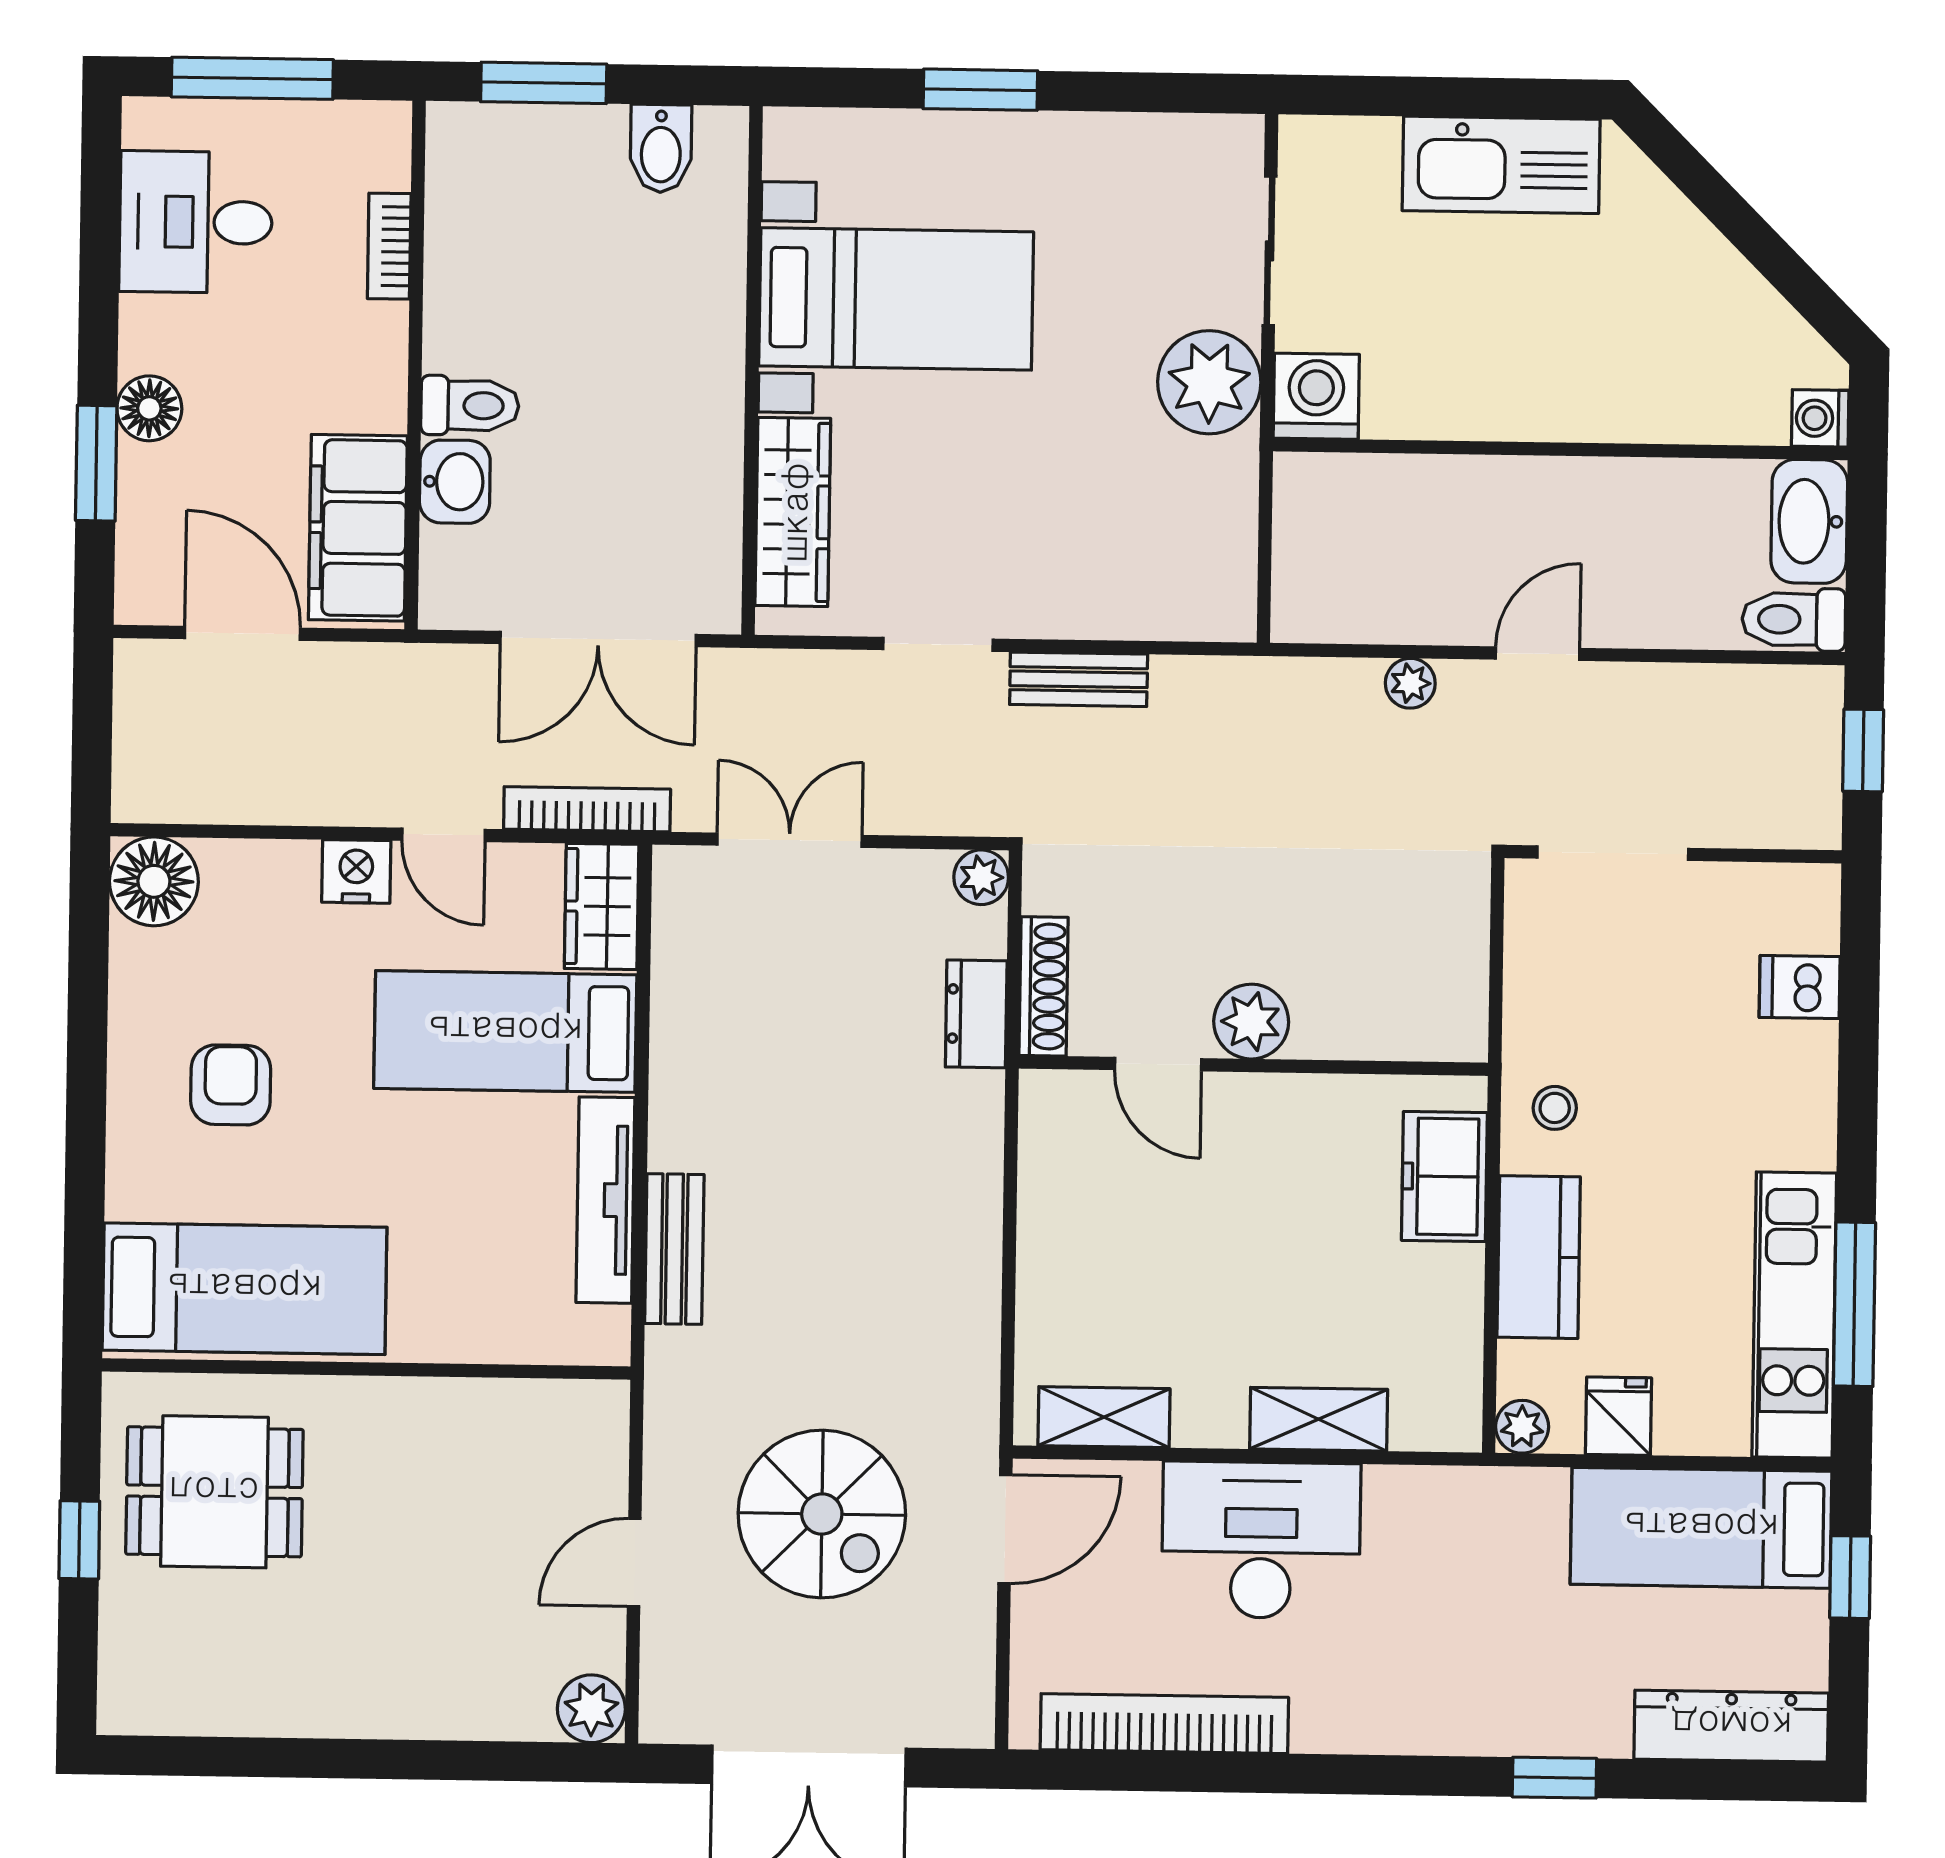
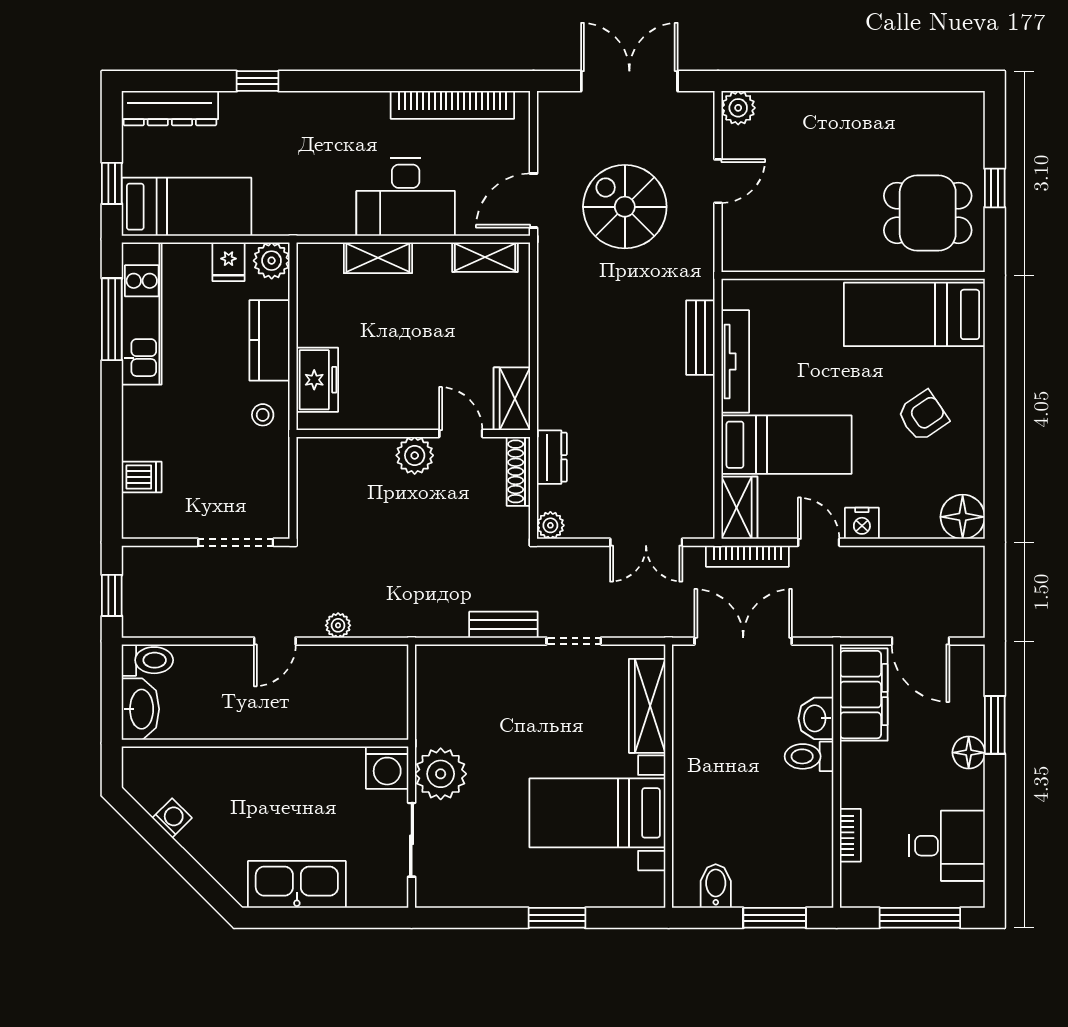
washing machine: (1820, 418) -> (172, 818), moved, turned -45
armchair: (231, 1085) -> (923, 416), turned -124
wardrobe: (1054, 1132) -> (512, 399), added
plant: (1522, 1427) -> (272, 261), width x1.38, depth x1.38

